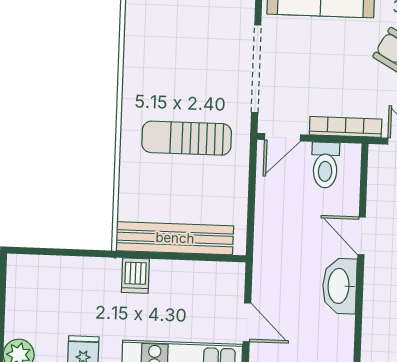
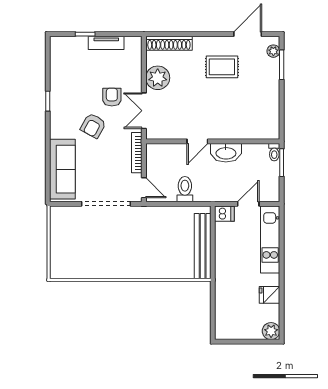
sun lounger: (187, 138) -> (146, 241), removed
toilet: (325, 165) -> (185, 189), moved, turned -90
dishwasher: (135, 276) -> (224, 214), moved

